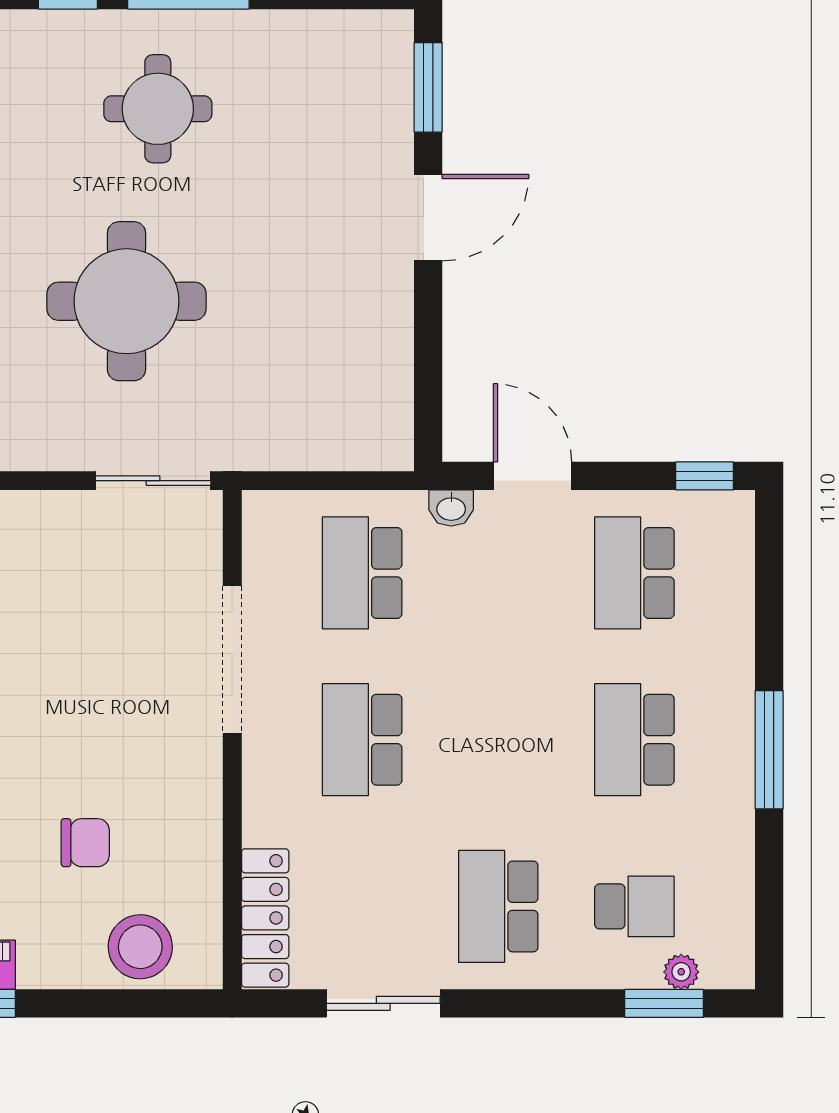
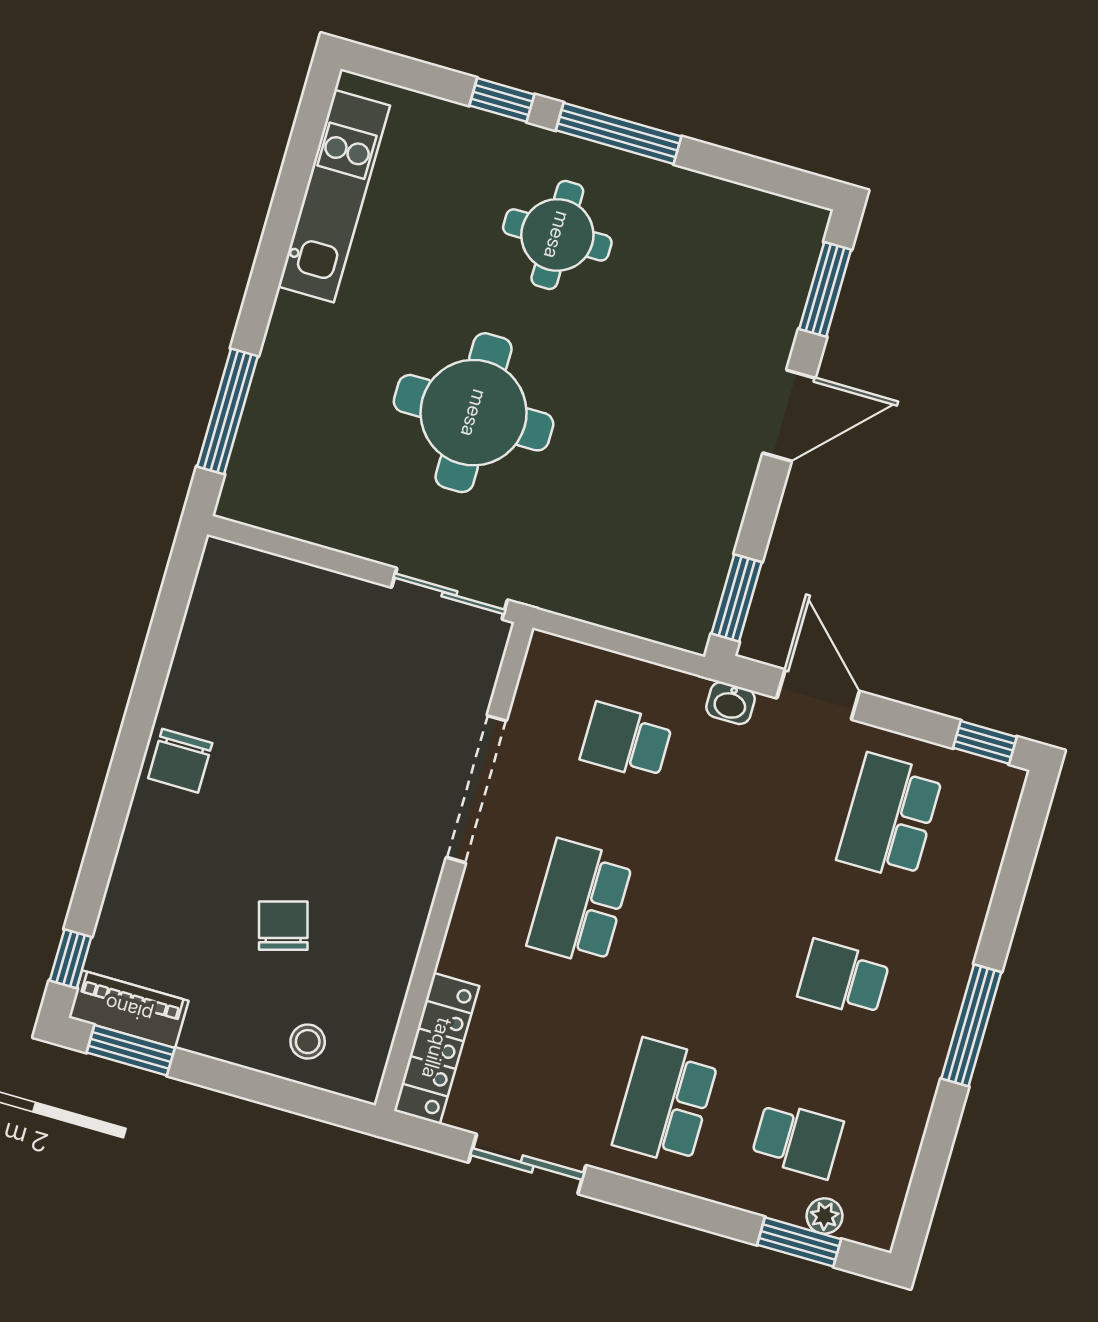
window: (428, 406) -> (737, 598), added
school desk: (362, 573) -> (626, 741), width x0.54
school desk: (634, 740) -> (844, 978), width x0.54
chair: (85, 843) -> (283, 926), turned -106
stool: (140, 947) -> (308, 1042), width x0.53, depth x0.53

